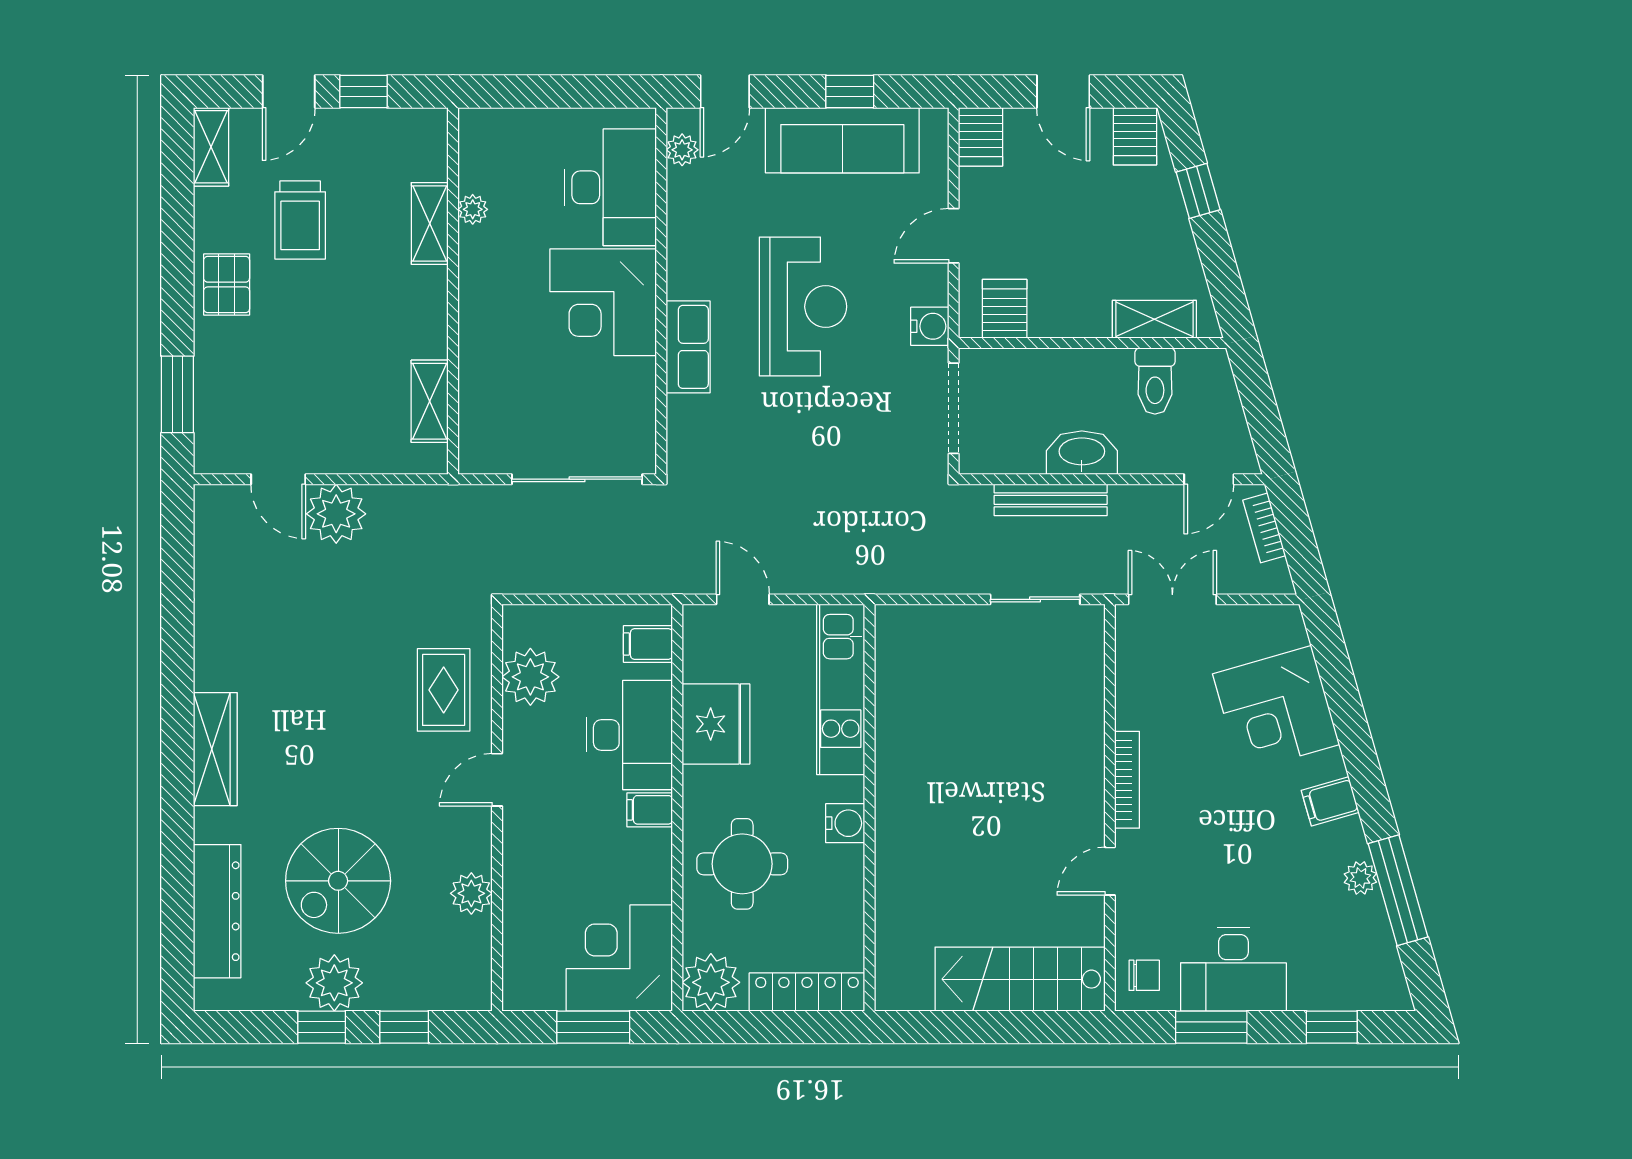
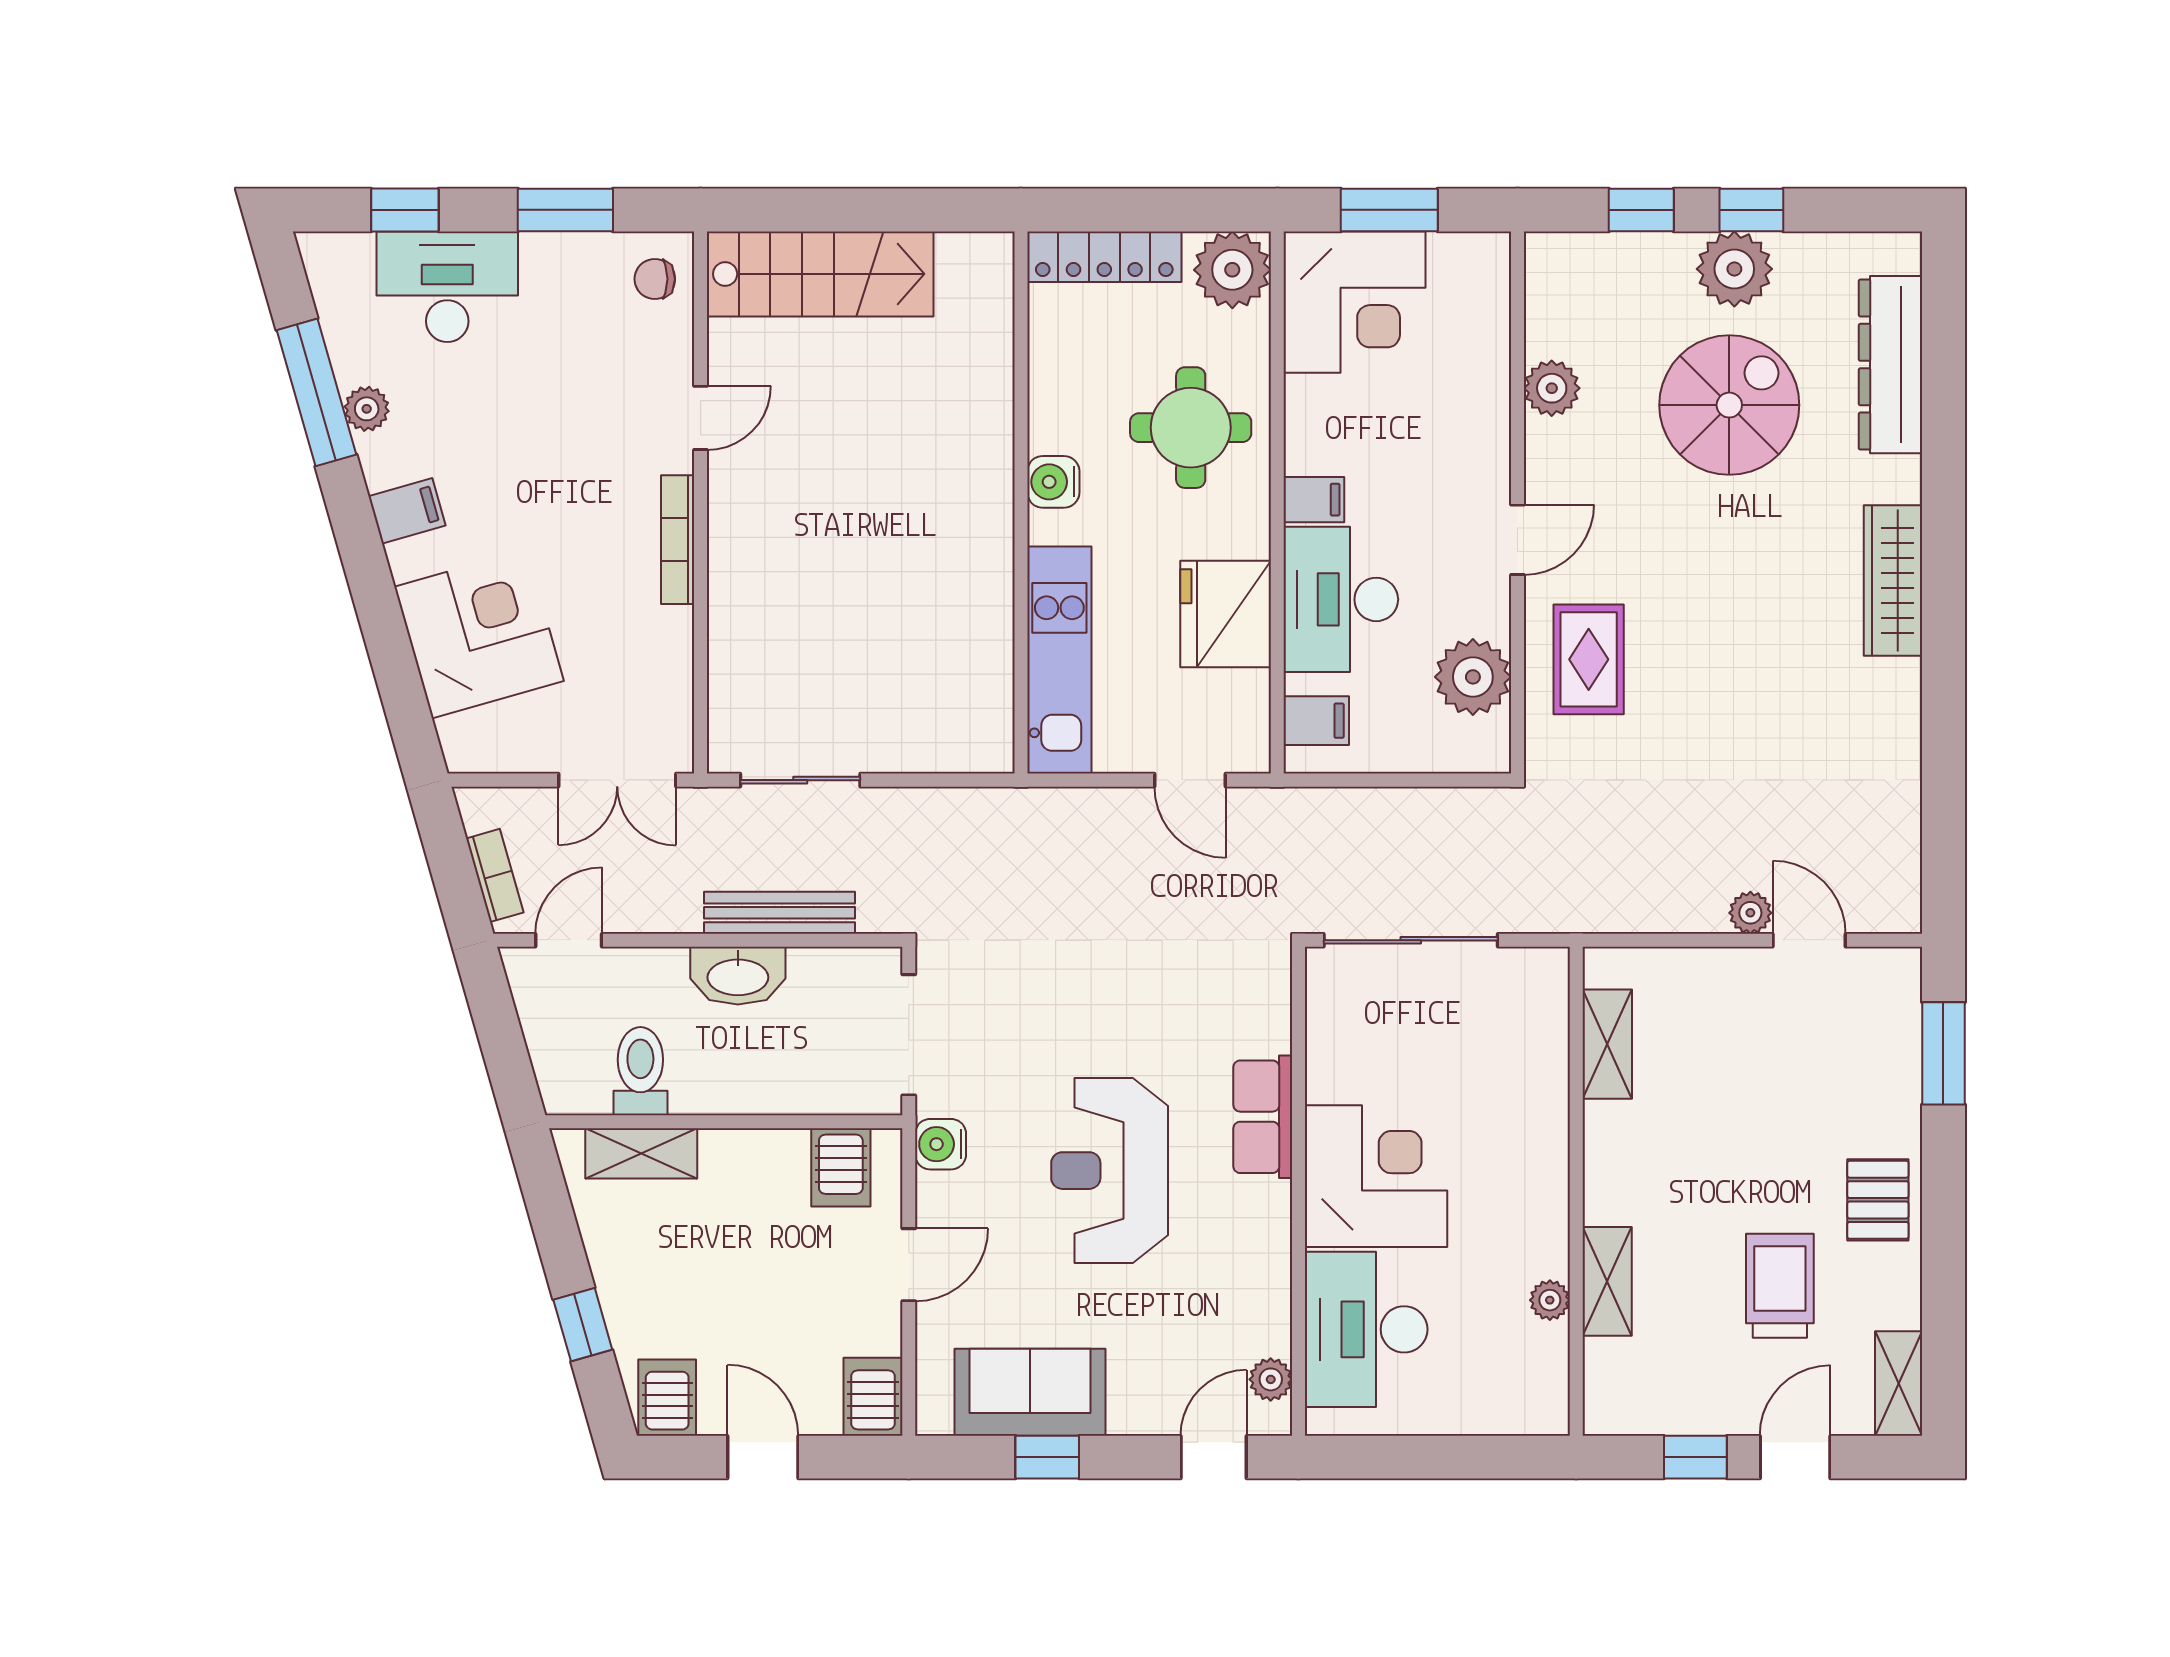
sofa: (842, 140) -> (1030, 1392), width x0.73
plant: (336, 514) -> (1750, 913), width x0.53, depth x0.53
desk: (1233, 970) -> (447, 287), moved

